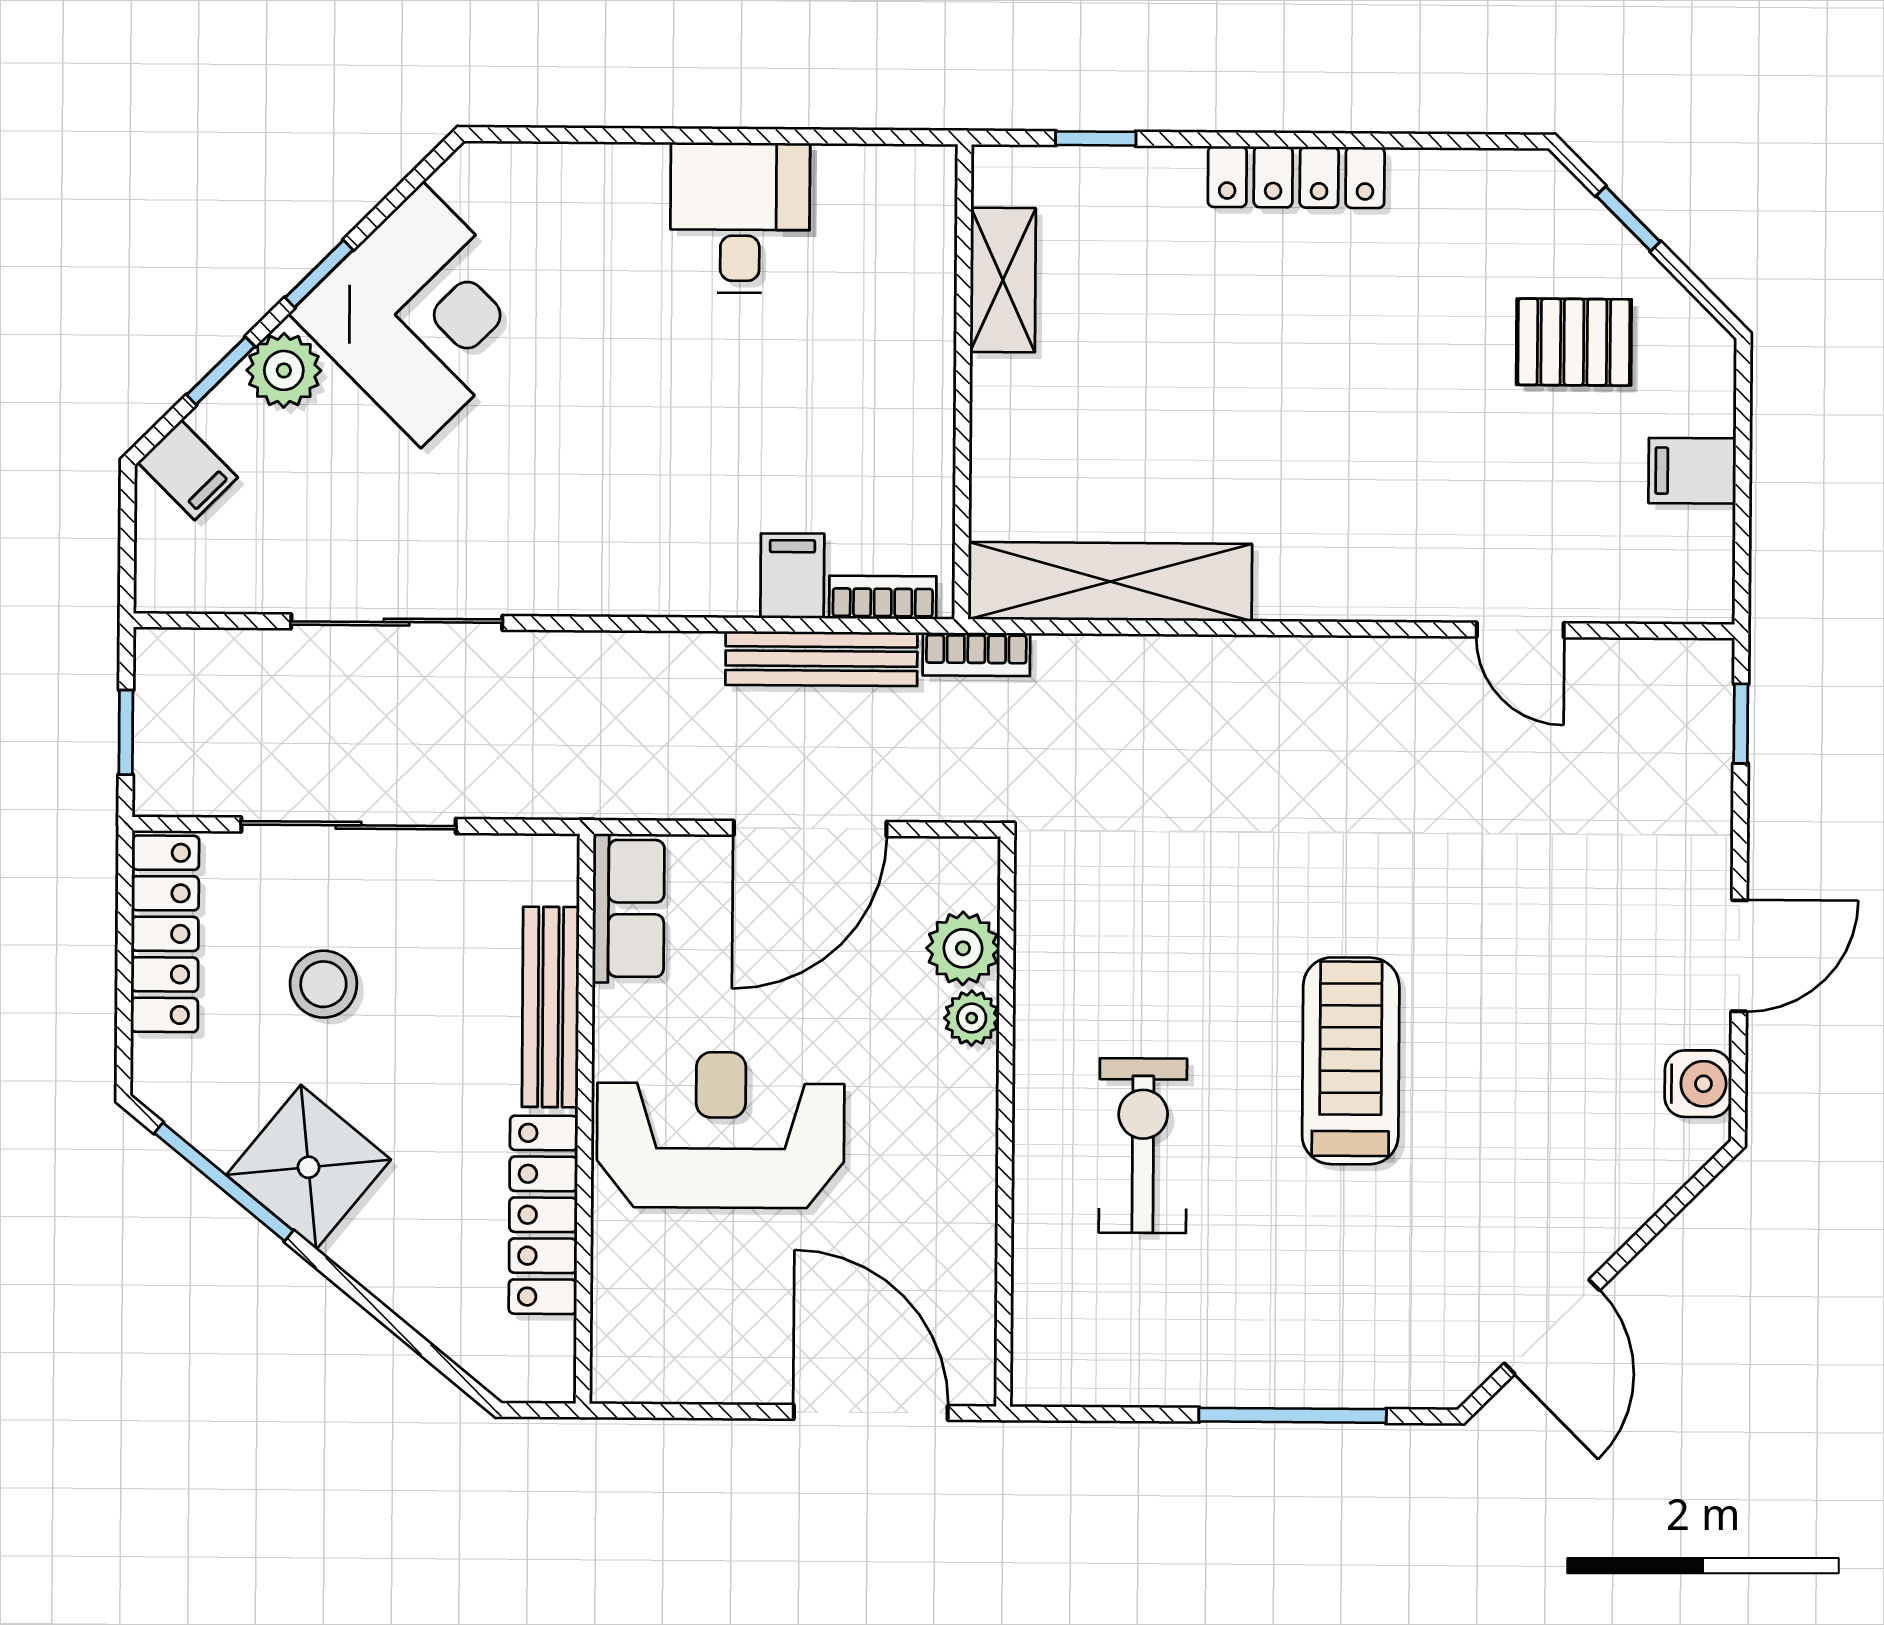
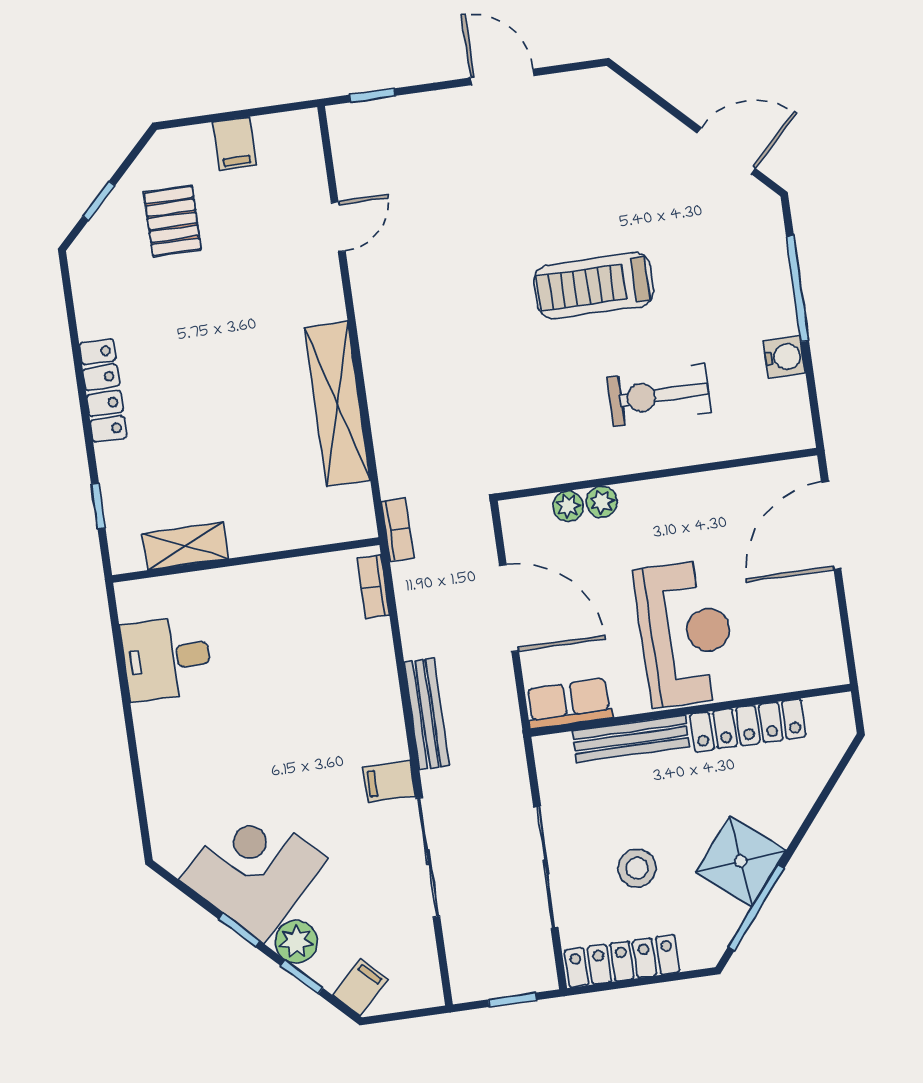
desk: (740, 218) -> (167, 658), moved
filing cabinet: (792, 576) -> (389, 782), moved
shelving: (1110, 582) -> (337, 404), moved
bench: (821, 659) -> (427, 714), moved
plant: (963, 948) -> (568, 506), width x0.73, depth x0.73
water cooler: (1698, 1084) -> (784, 357), moved, turned 90
reception desk: (721, 1130) -> (685, 633), turned 180

